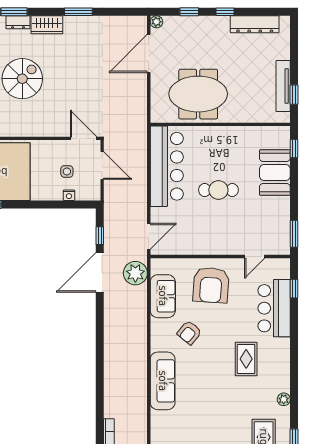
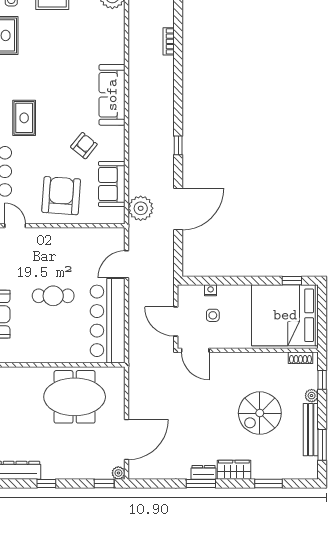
window: (189, 12) -> (104, 484), moved
dresser: (18, 22) -> (203, 472), moved
window: (100, 236) -> (178, 145), moved
door: (149, 236) -> (127, 264), moved
door: (255, 256) -> (15, 226), hinge flipped

